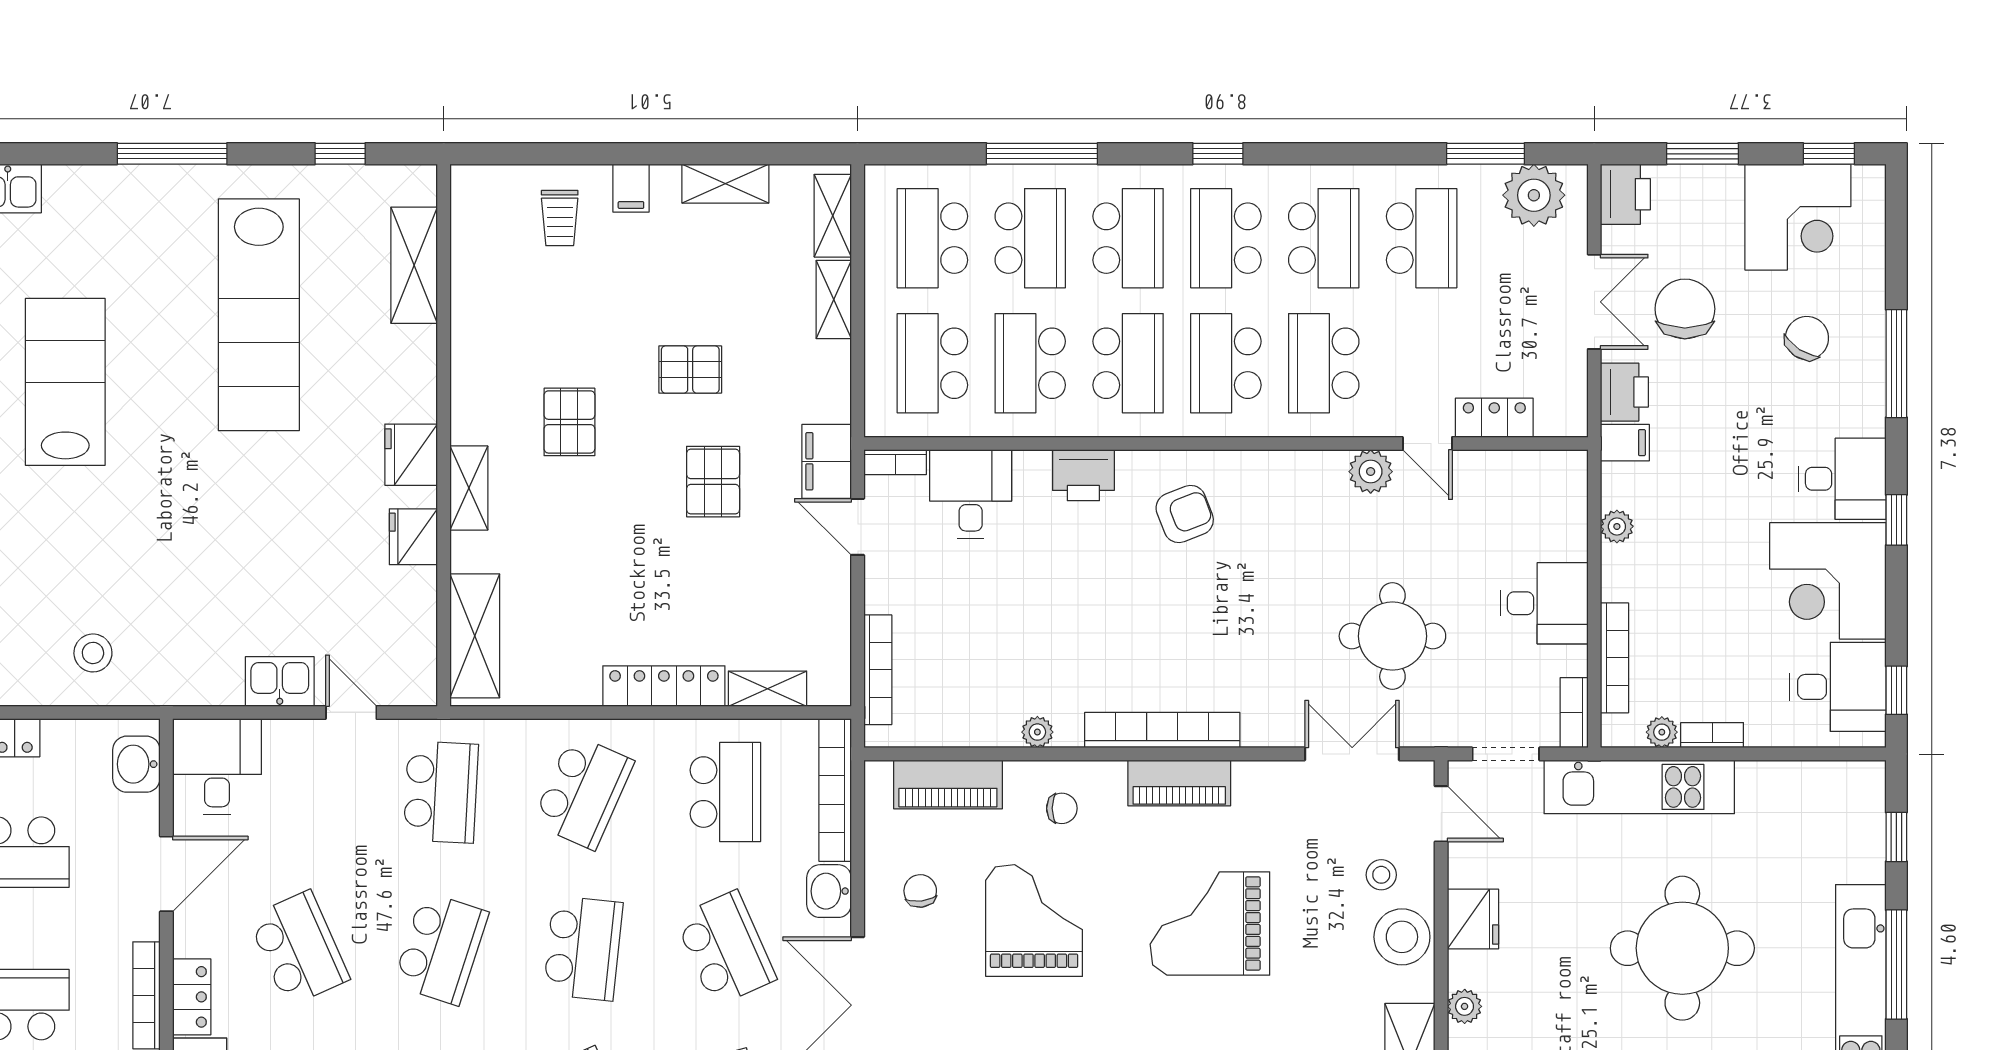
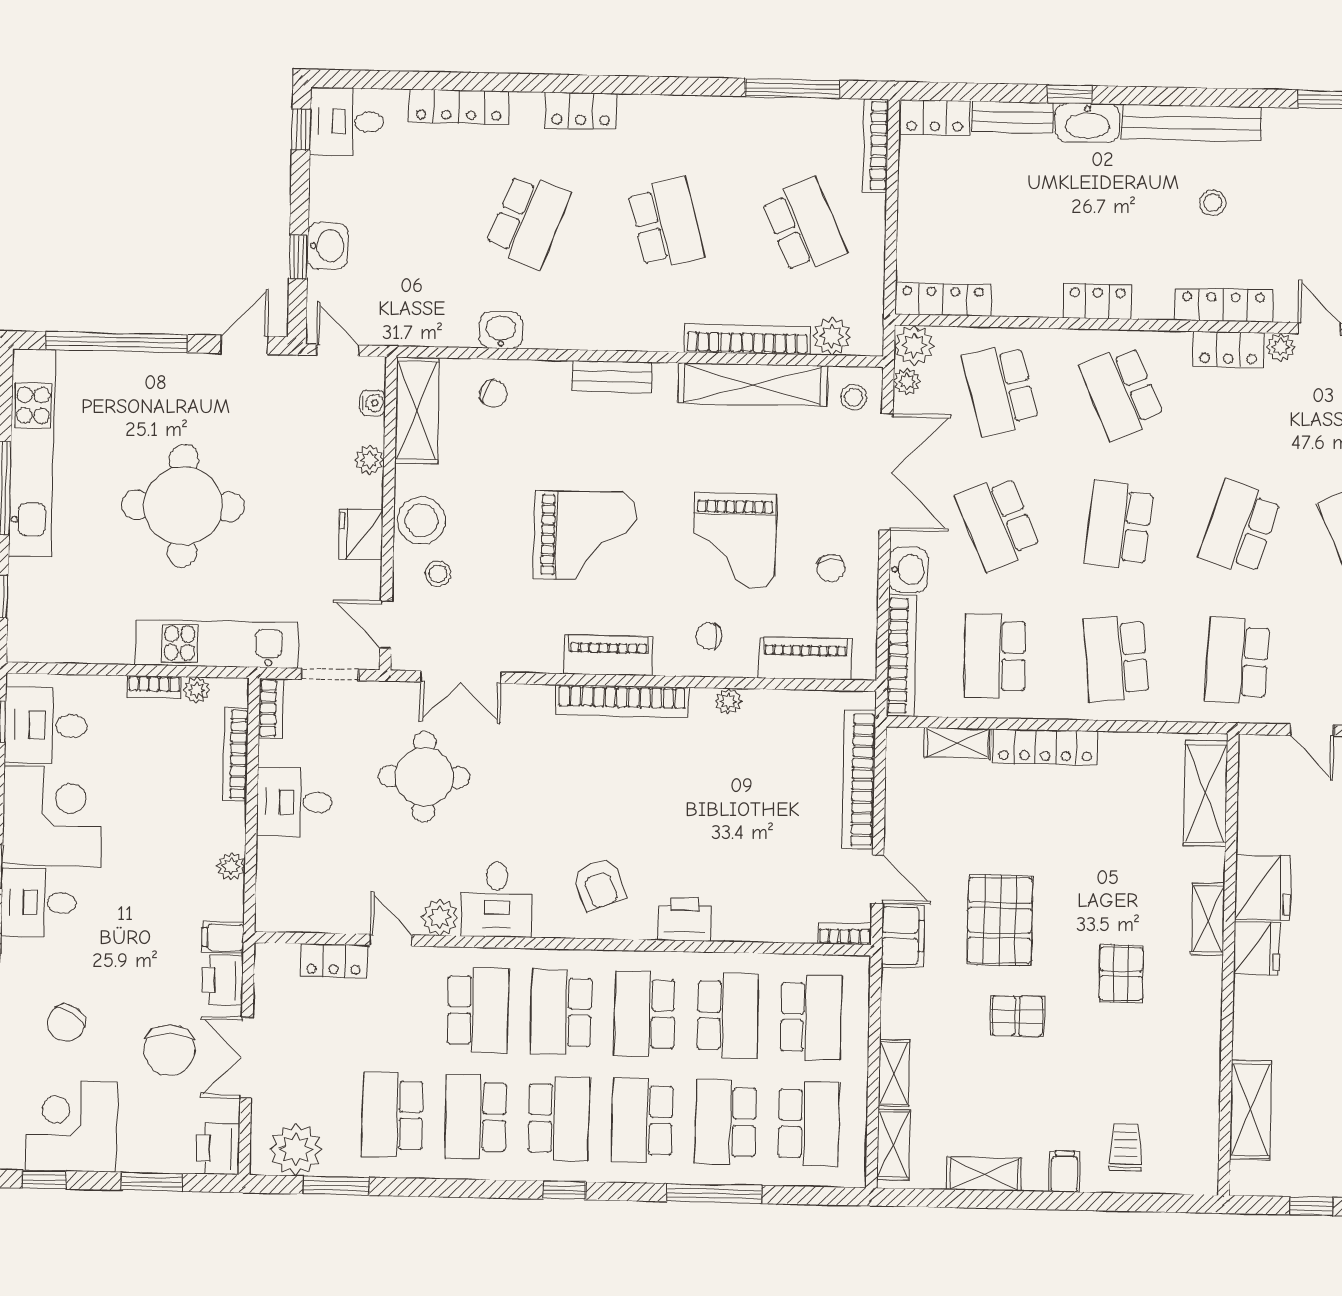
school desk: (1226, 363) -> (561, 1012), turned 180
pallet: (713, 482) -> (1000, 920), width x1.50, depth x1.42
desk: (971, 494) -> (497, 899), moved
armchair: (1185, 514) -> (599, 884), turned -92
fridge: (413, 537) -> (1263, 887), width x1.36, depth x1.34
bookcase: (878, 670) -> (859, 780), width x1.48, depth x1.31
school desk: (583, 792) -> (1116, 658), turned -30

